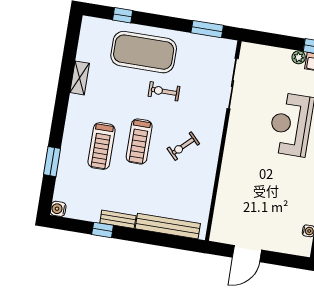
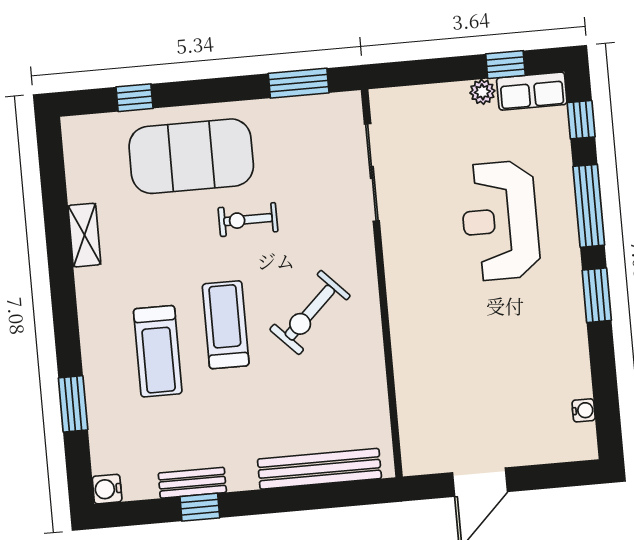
treadmill: (139, 141) -> (226, 325), turned 180
exercise bike: (183, 146) -> (310, 313), width x1.38, depth x1.39
bench: (118, 219) -> (192, 483), moved

